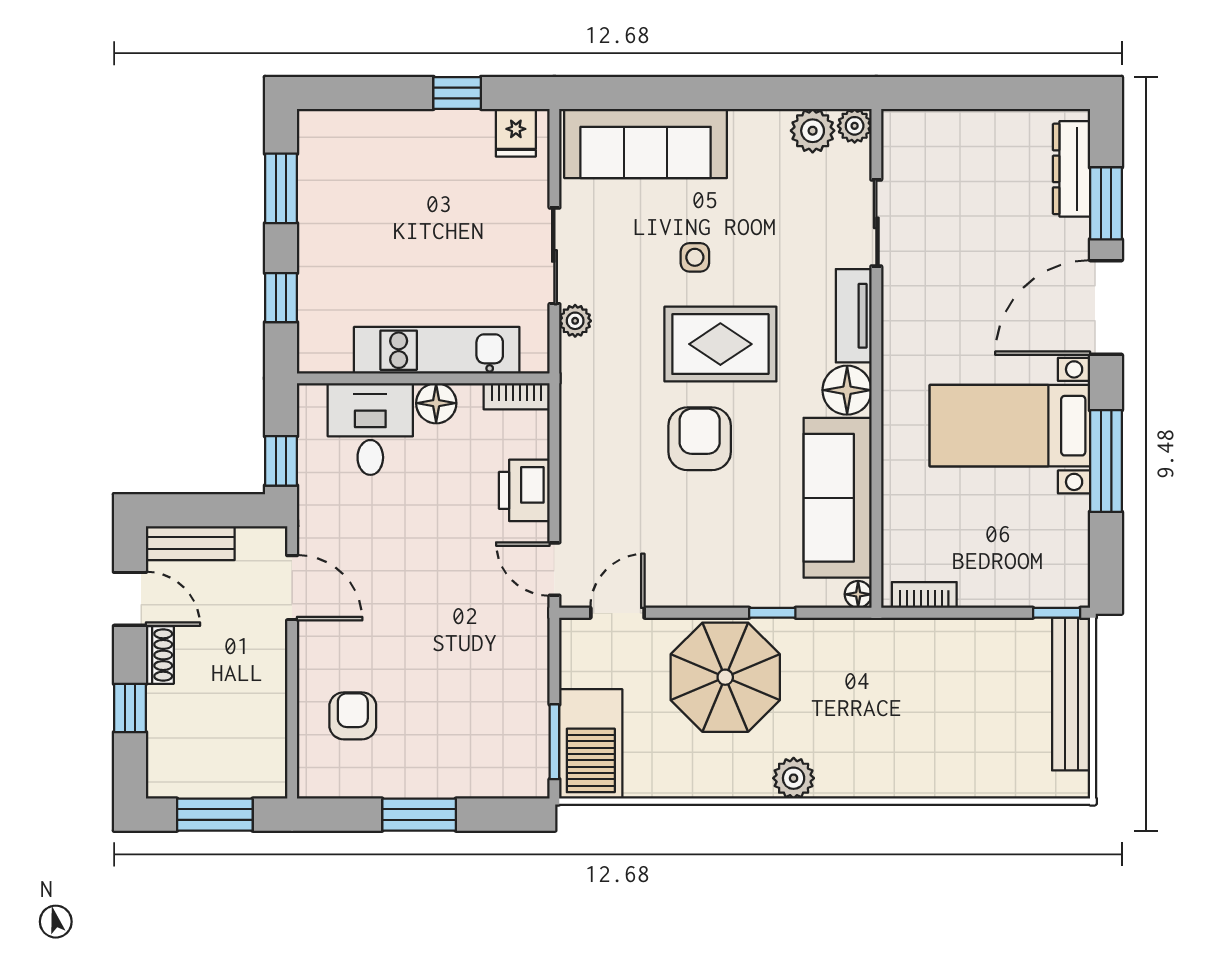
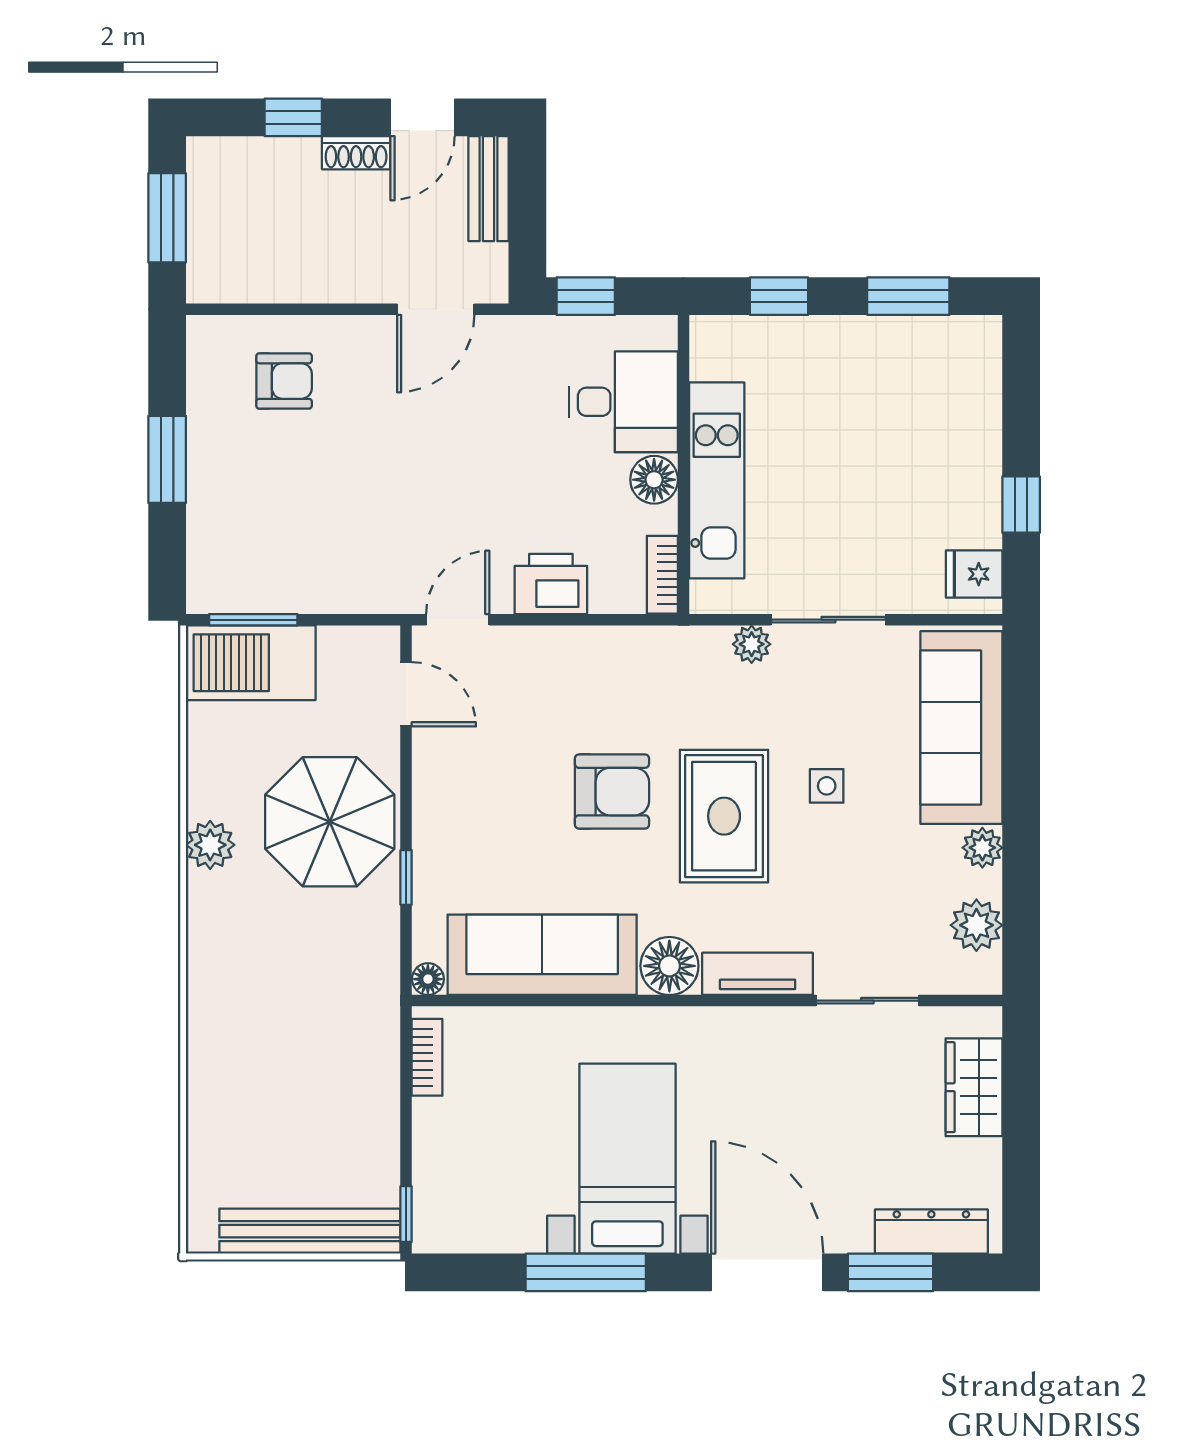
plant: (855, 126) -> (982, 848), moved
wardrobe: (949, 133) -> (974, 1087), added
plant: (794, 778) -> (210, 845), moved

